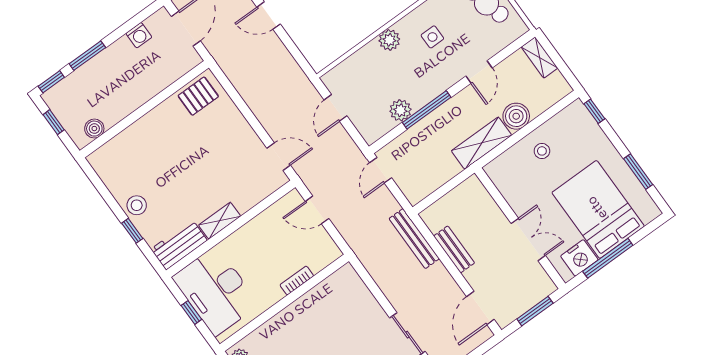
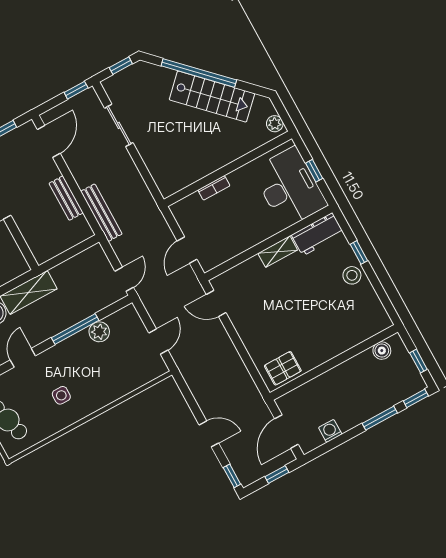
plant: (389, 40) -> (101, 398), removed
door: (317, 210) -> (187, 250), swing flipped

